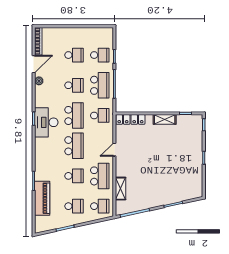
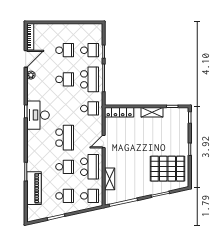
school desk: (74, 115) -> (65, 108), removed
pallet: (181, 178) -> (167, 169), added

